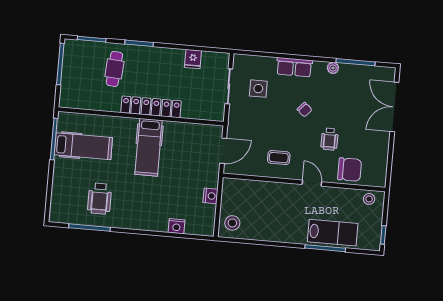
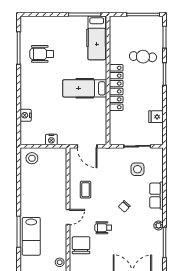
hospital bed: (83, 146) -> (97, 38), moved
chair: (350, 170) -> (81, 245), turned 180

